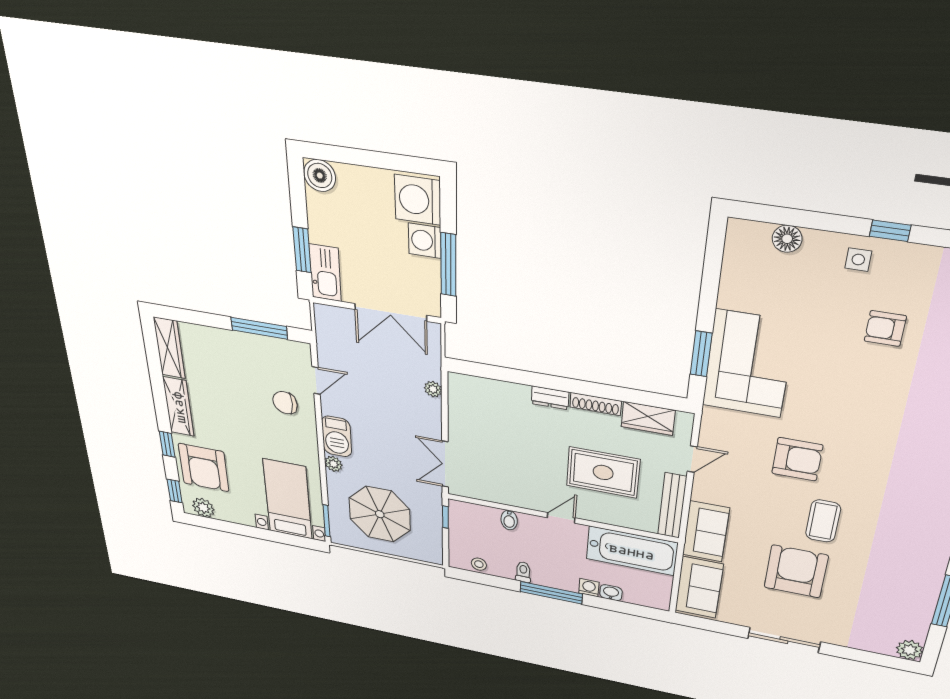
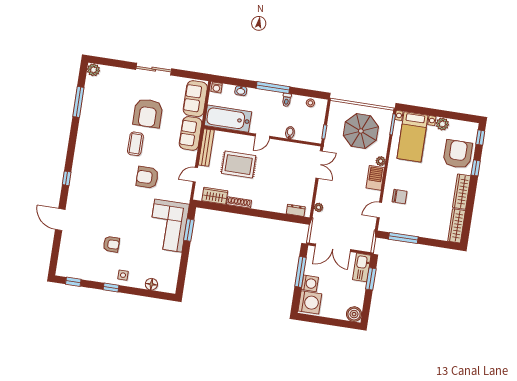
double door: (391, 312) -> (333, 248), swing flipped
dresser: (550, 398) -> (296, 210), moved
plant: (203, 508) -> (442, 124), moved
washing machine: (589, 588) -> (217, 87), moved

